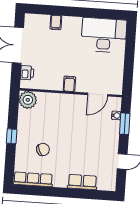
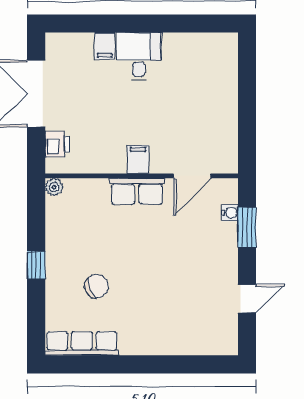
desk: (104, 35) -> (139, 56), moved, width x0.53, depth x0.77
plant: (28, 100) -> (54, 187), width x0.53, depth x0.53
row of seats: (82, 182) -> (137, 191), moved, turned 180

